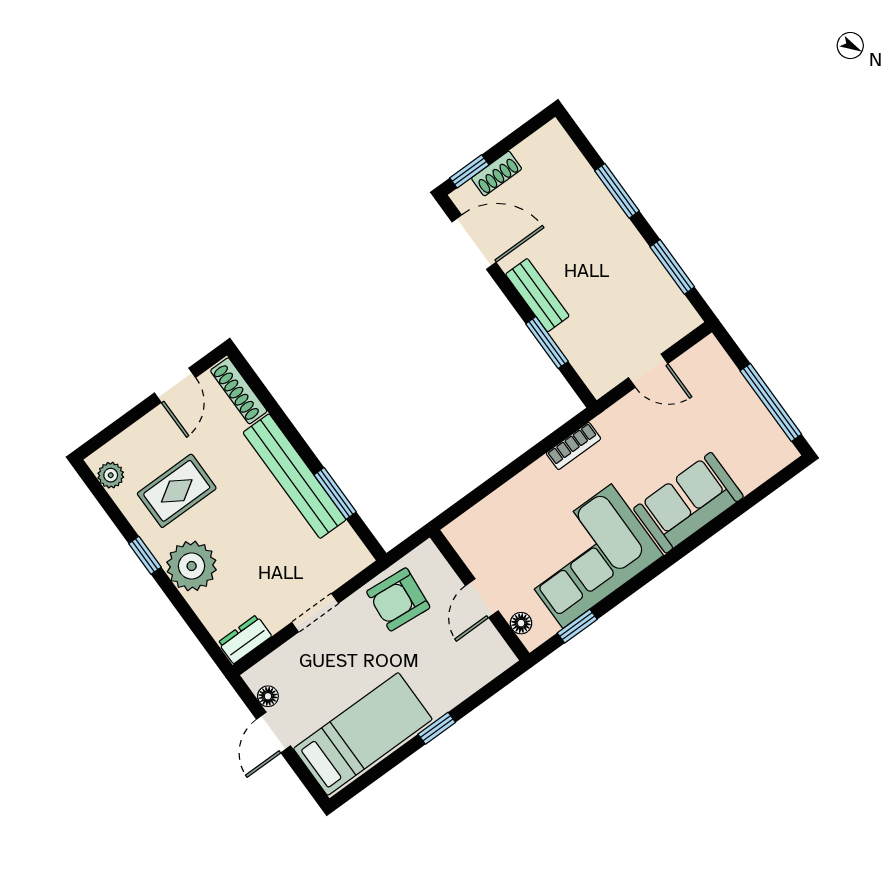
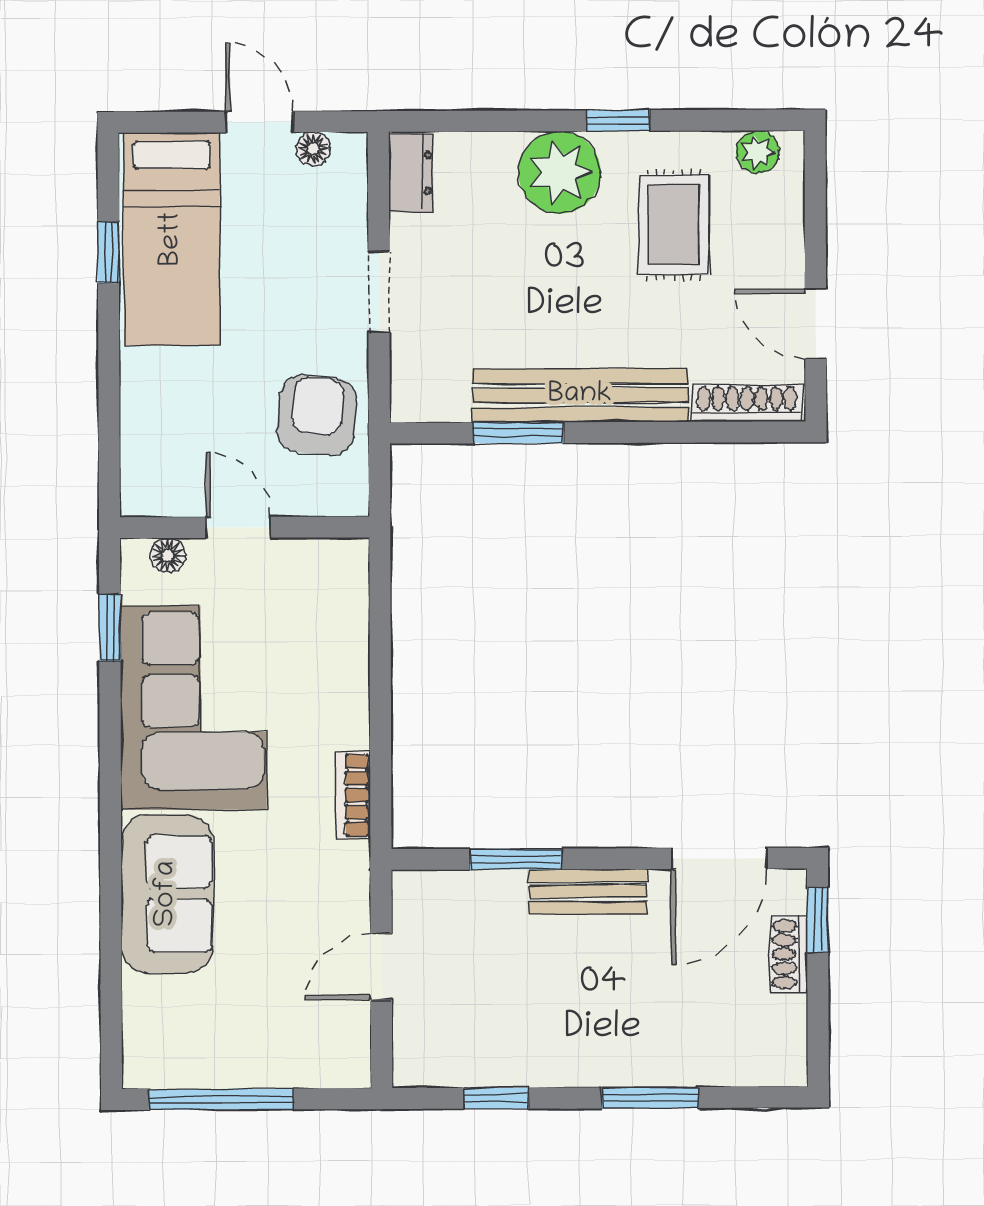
window: (672, 267) -> (496, 1098), width x0.67
window: (437, 728) -> (108, 253), moved

